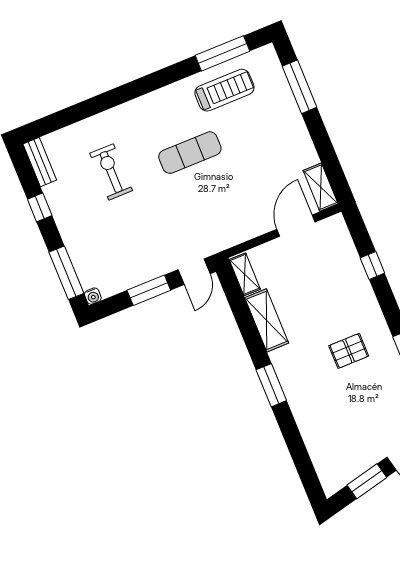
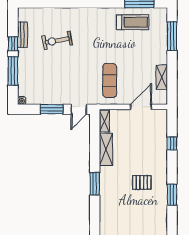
exercise mat: (190, 153) -> (110, 80), moved, turned 90
bench: (40, 162) -> (23, 35), moved
exercise bike: (111, 172) -> (57, 40), turned -100
shelving: (321, 187) -> (162, 77), moved
window: (66, 273) -> (13, 71), moved

